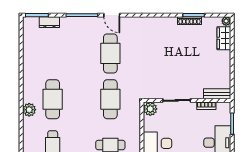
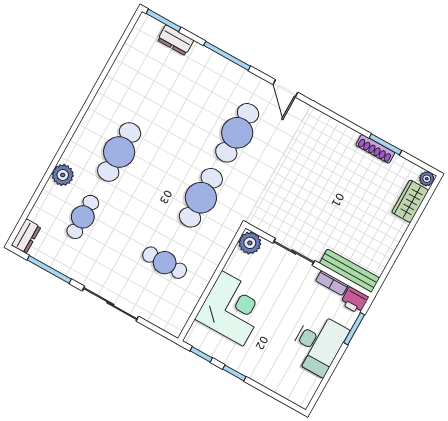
door: (112, 15) -> (285, 88), moved
bench: (217, 94) -> (349, 271), width x1.36
printer: (224, 108) -> (354, 300), added
plant: (29, 110) -> (63, 175), moved

